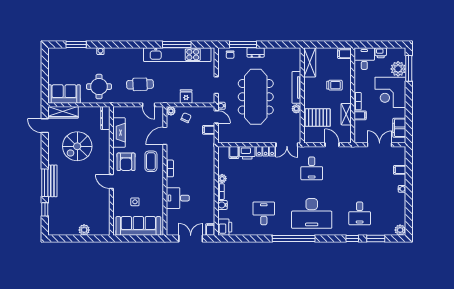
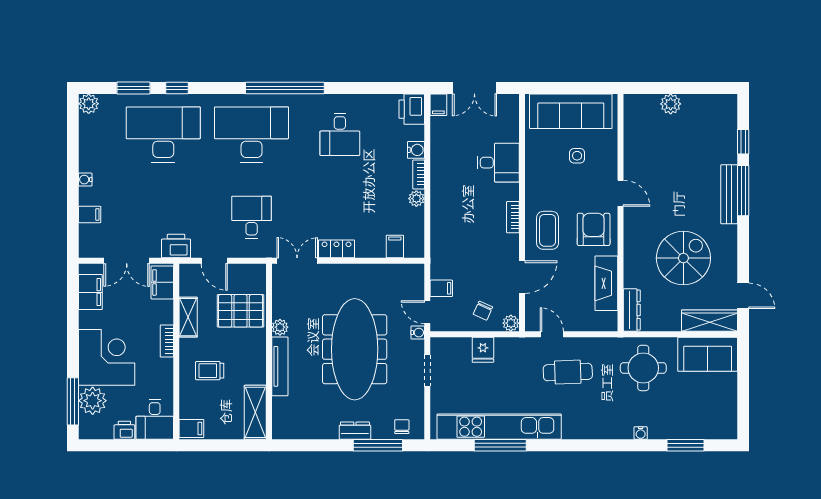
filing cabinet: (360, 115) -> (162, 282), moved, width x2.00
printer: (247, 153) -> (176, 246), moved
desk: (360, 213) -> (163, 134), width x1.87, depth x1.30

